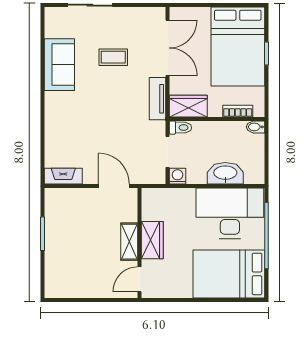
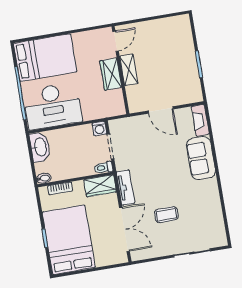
double door: (168, 48) -> (124, 229), swing flipped
sofa: (59, 65) -> (201, 158), moved
washbasin: (225, 173) -> (40, 147), moved, turned -90
fireplace: (63, 176) -> (200, 120), moved, turned 90
door: (114, 186) -> (161, 110), moved

